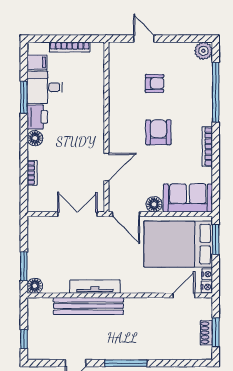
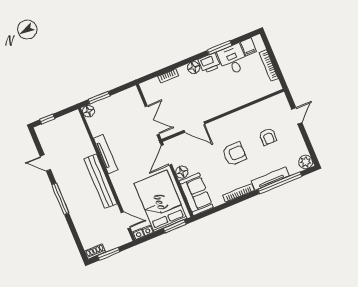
tv unit: (206, 101) -> (271, 178), added
bench: (88, 306) -> (101, 181), moved
shoe rack: (206, 333) -> (95, 252), moved

